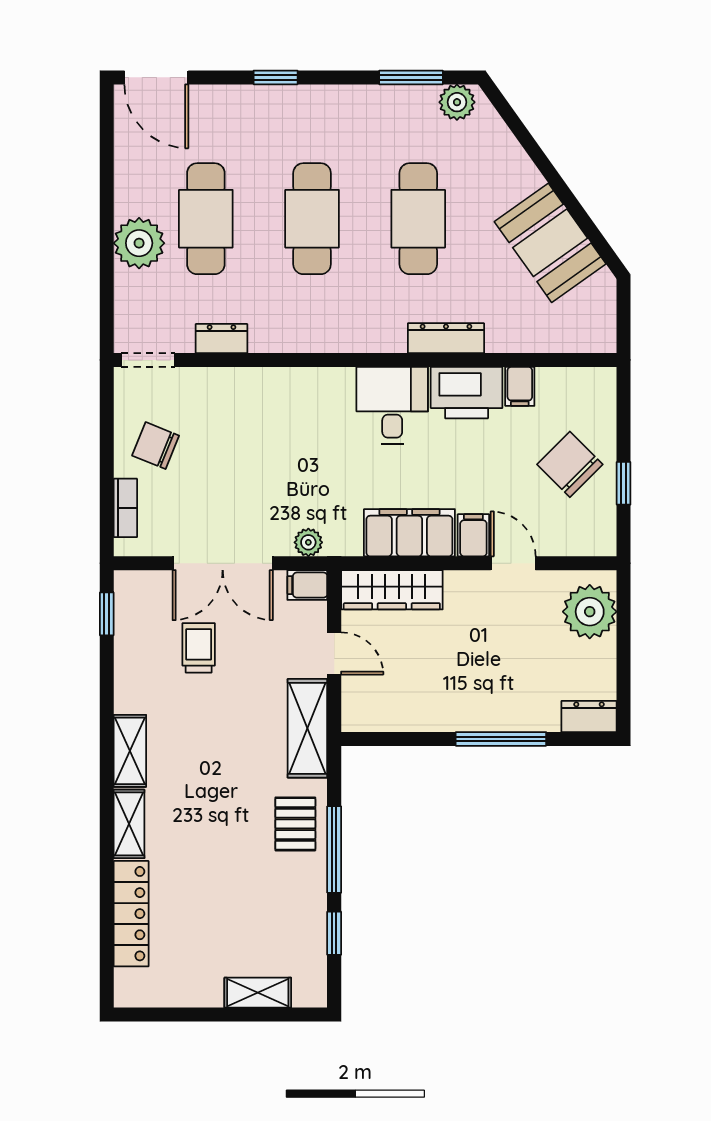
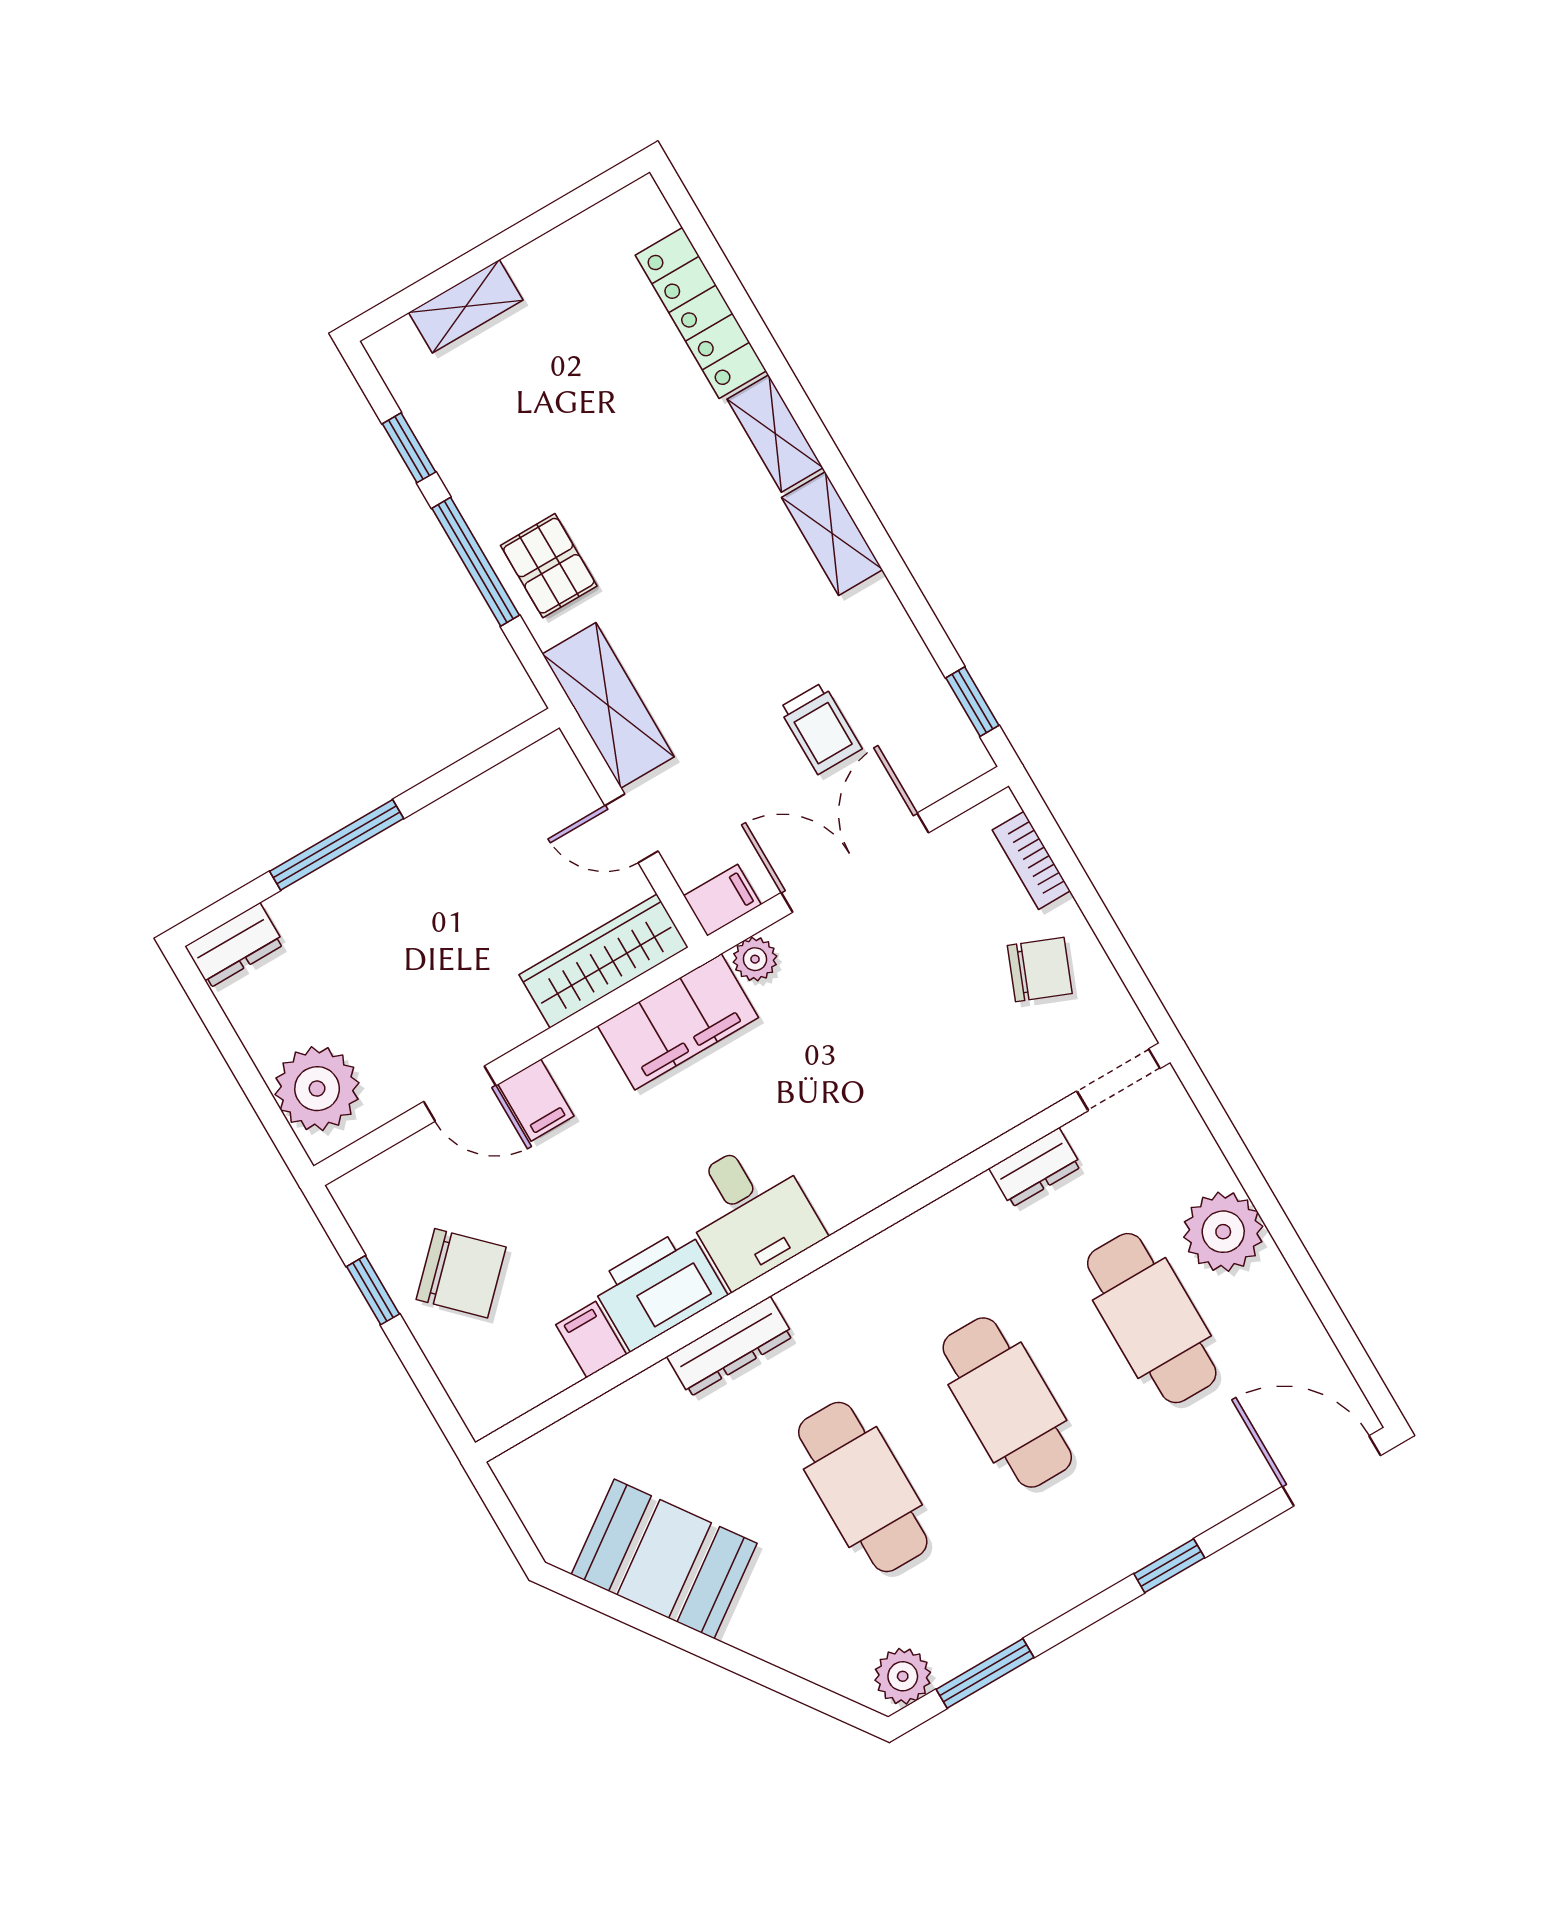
filing cabinet: (409, 533) -> (678, 1022), moved

